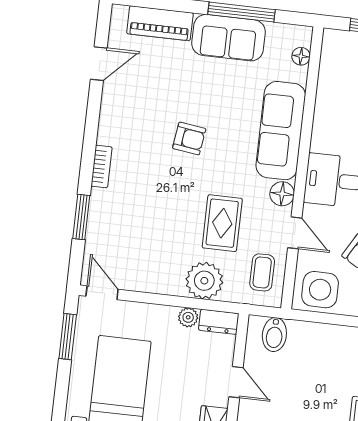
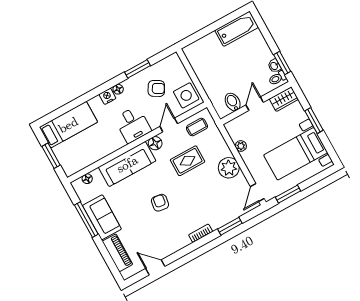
plant: (204, 281) -> (229, 168), moved
dresser: (219, 322) -> (233, 131), removed
bidet: (274, 335) -> (233, 102), moved, turned -90

